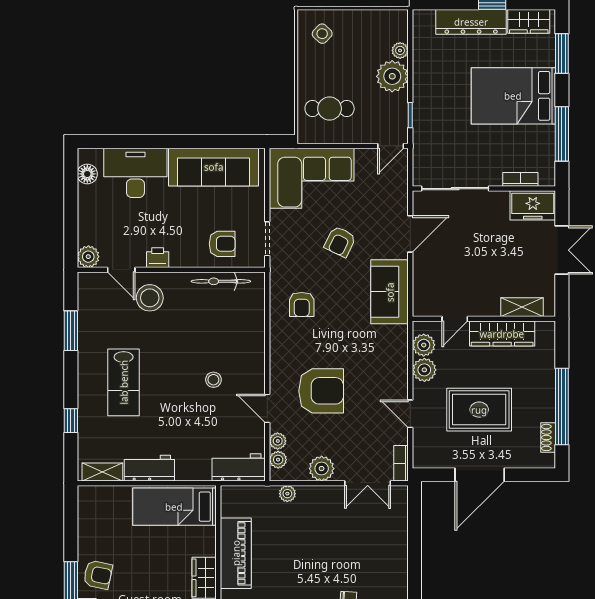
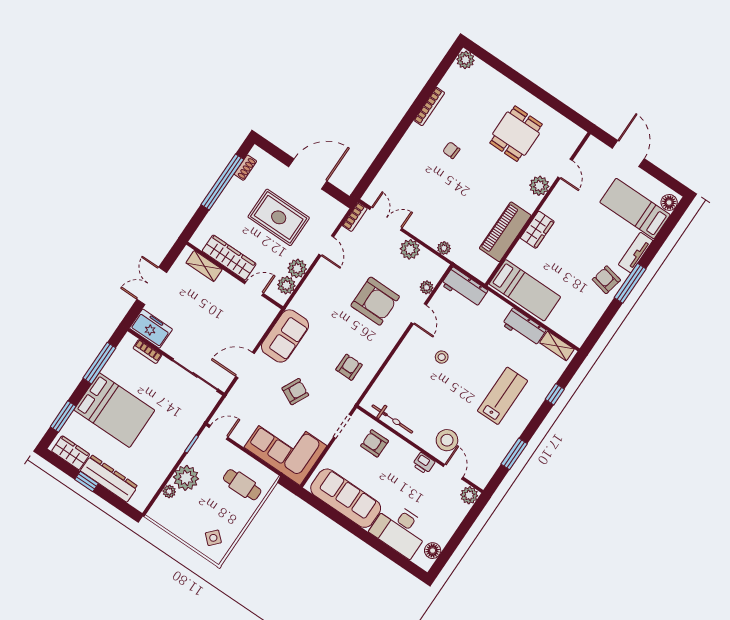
armchair: (321, 391) -> (375, 301), turned 180
plant: (278, 460) -> (435, 275), removed

